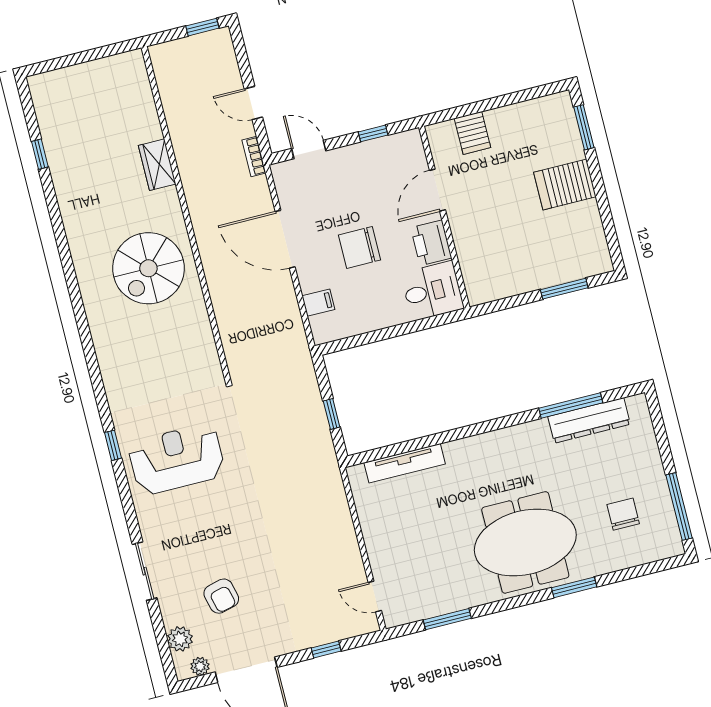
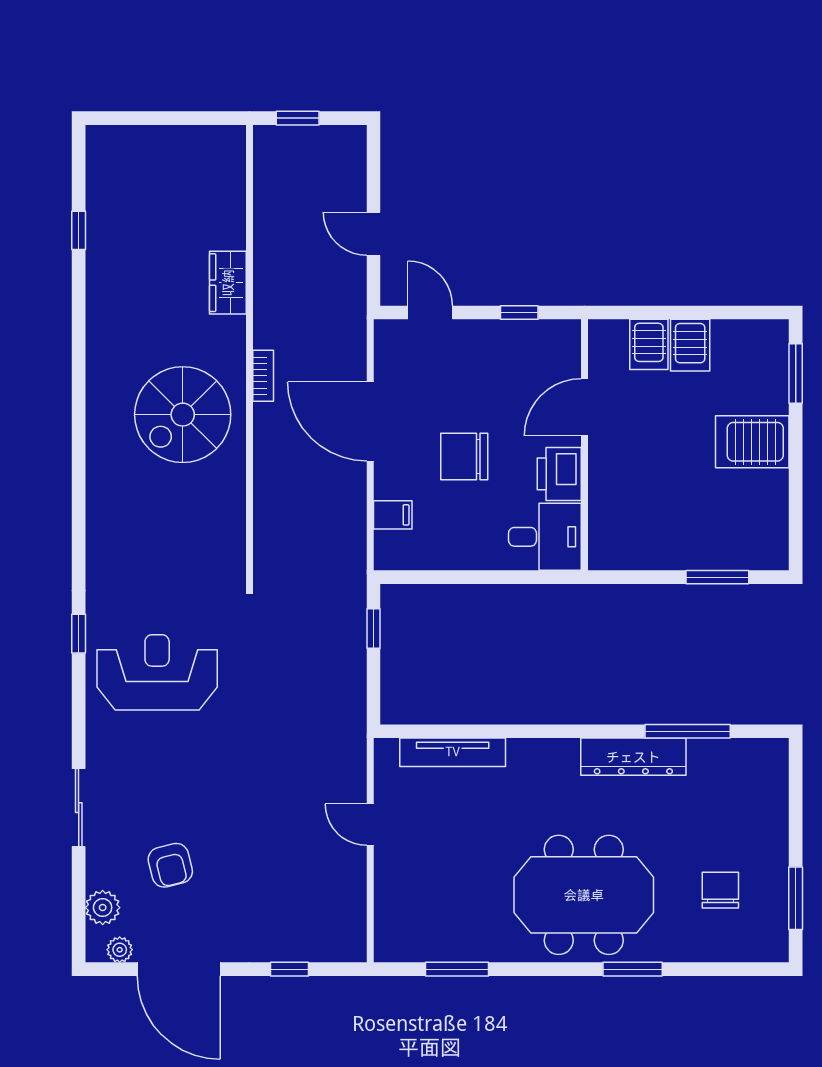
window: (202, 27) -> (298, 118), moved
server rack: (502, 126) -> (690, 345), added
bookcase: (254, 157) -> (263, 376), moved, turned 180
window: (332, 414) -> (374, 629), moved
dresser: (589, 420) -> (633, 757), moved
window: (679, 507) -> (796, 898), width x0.69
door: (375, 596) -> (370, 825), moved

